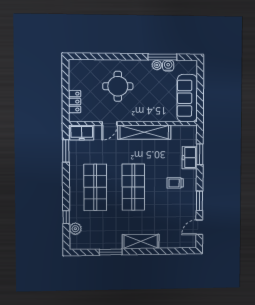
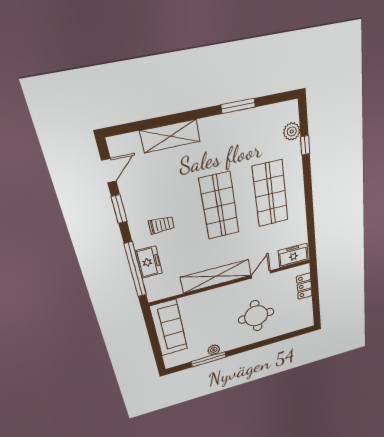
water cooler: (168, 66) -> (200, 353), removed
window: (66, 151) -> (311, 230), removed
window: (200, 154) -> (135, 270), width x2.11
shelving: (141, 241) -> (170, 136), moved

